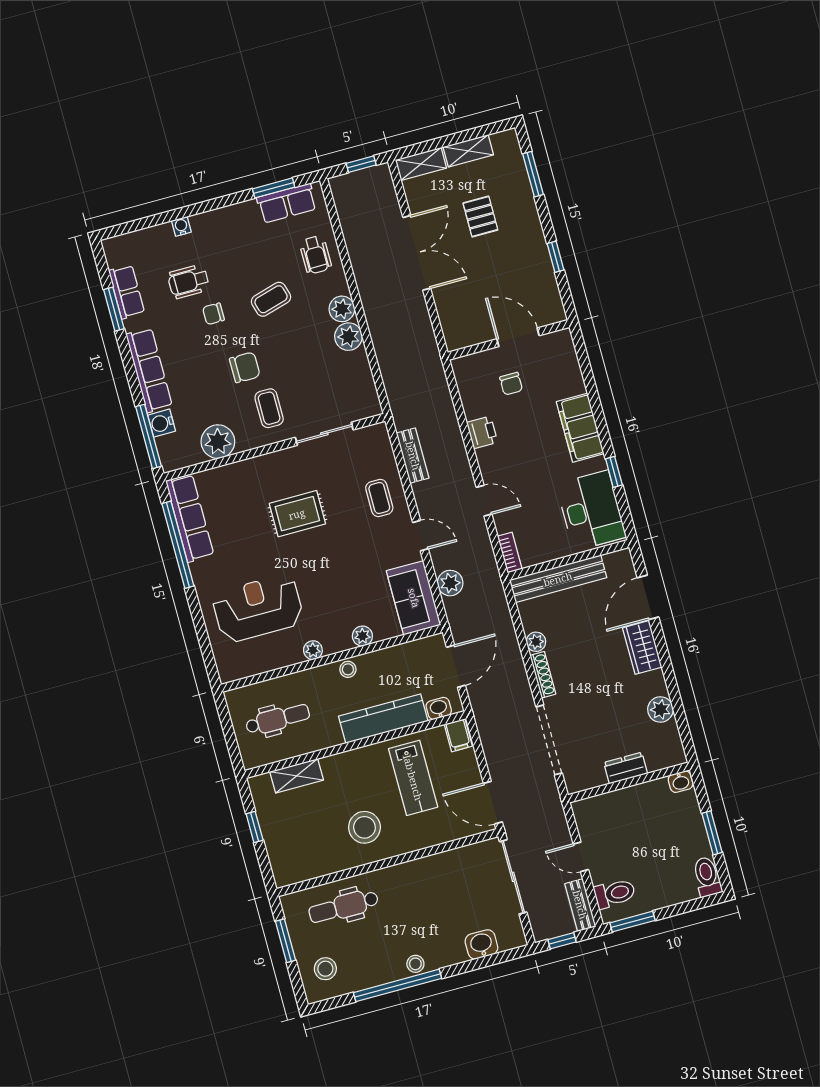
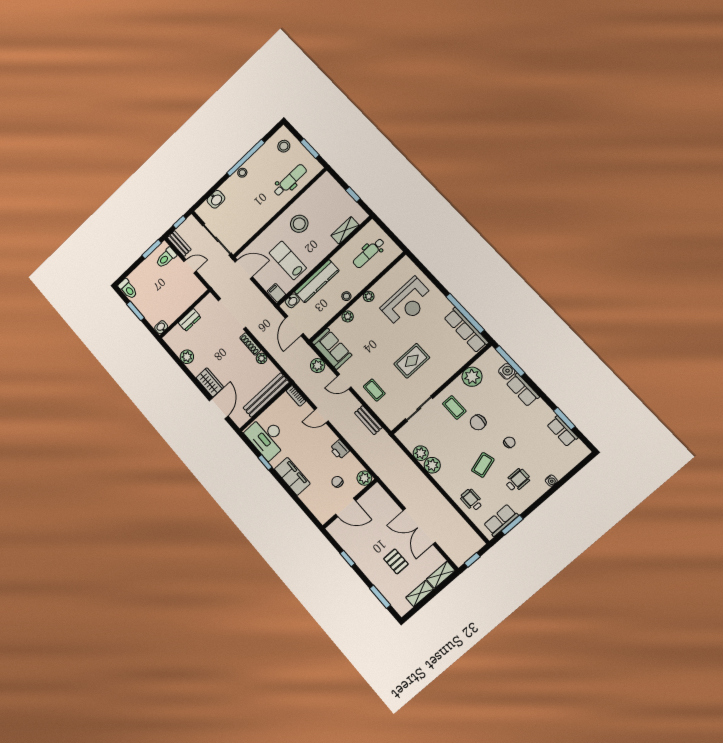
wheelchair: (188, 282) -> (517, 480), moved
plant: (342, 309) -> (421, 453), moved
plant: (465, 368) -> (364, 478), added
row of seats: (149, 370) -> (523, 390), width x0.68

